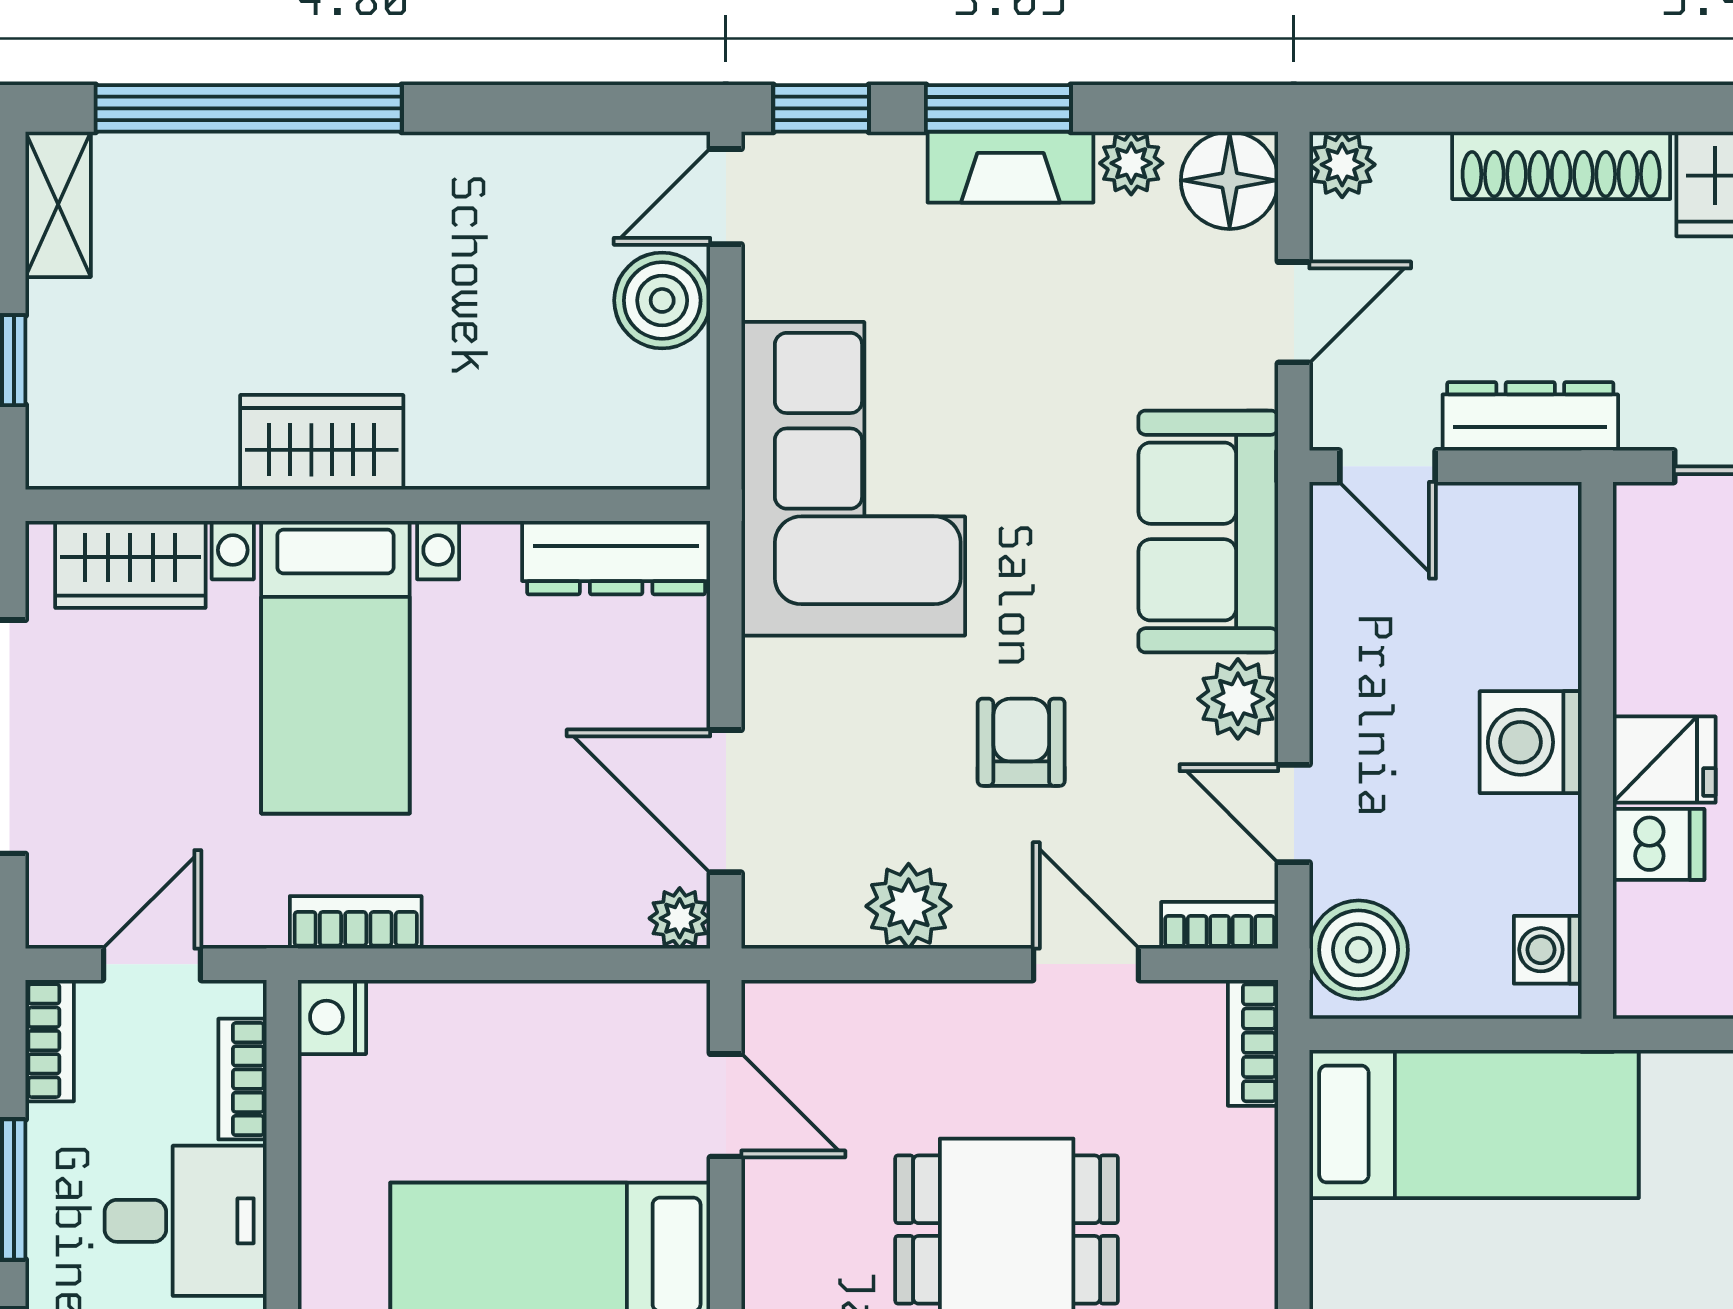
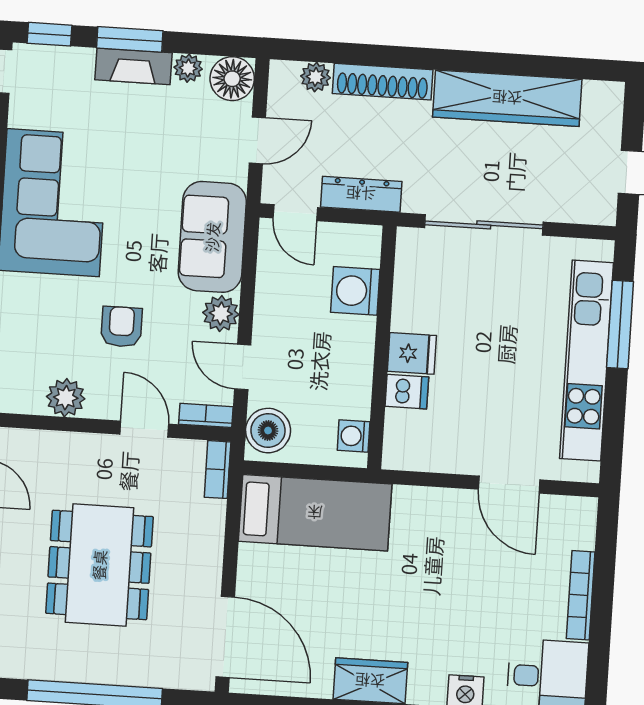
plant: (1342, 165) -> (316, 77), moved
washing machine: (1531, 742) -> (355, 291), moved

